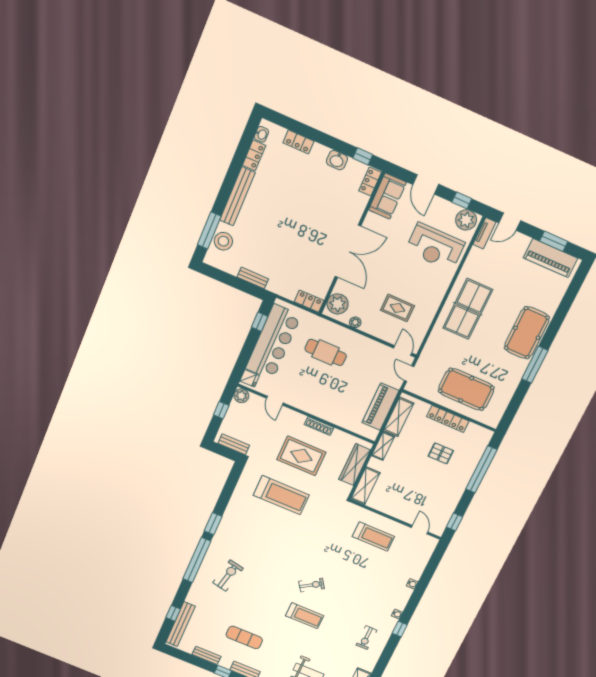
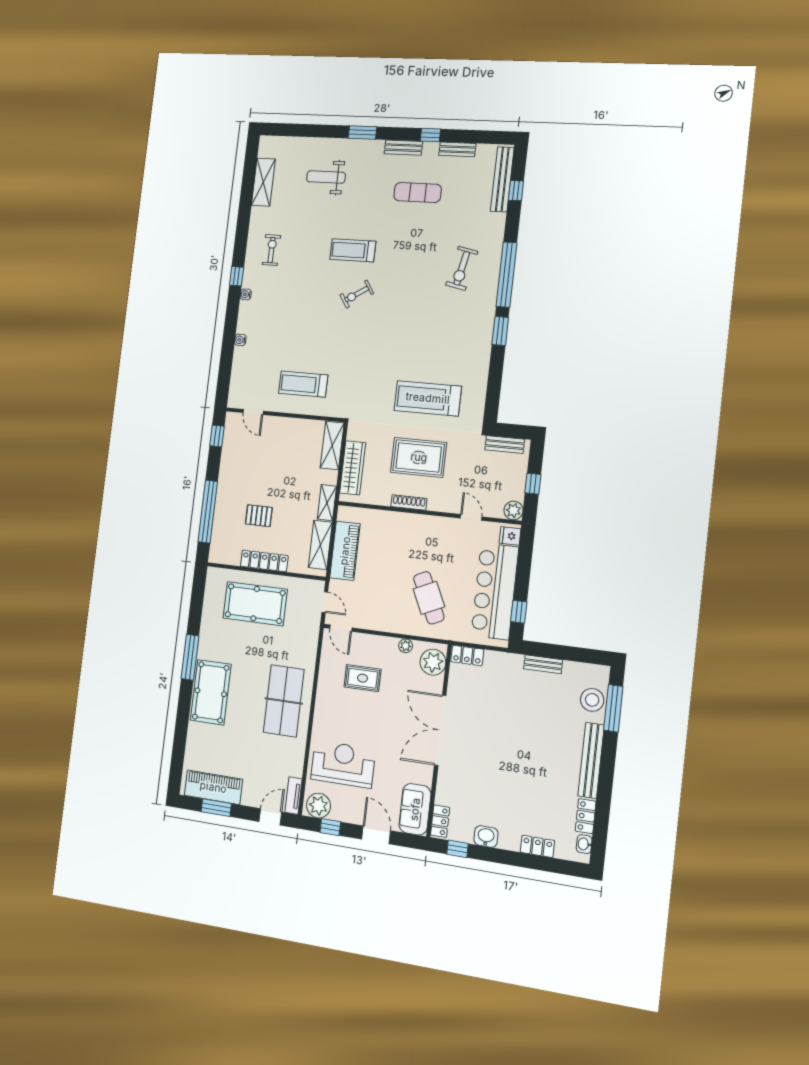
cafe table: (326, 352) -> (429, 598), turned 65

